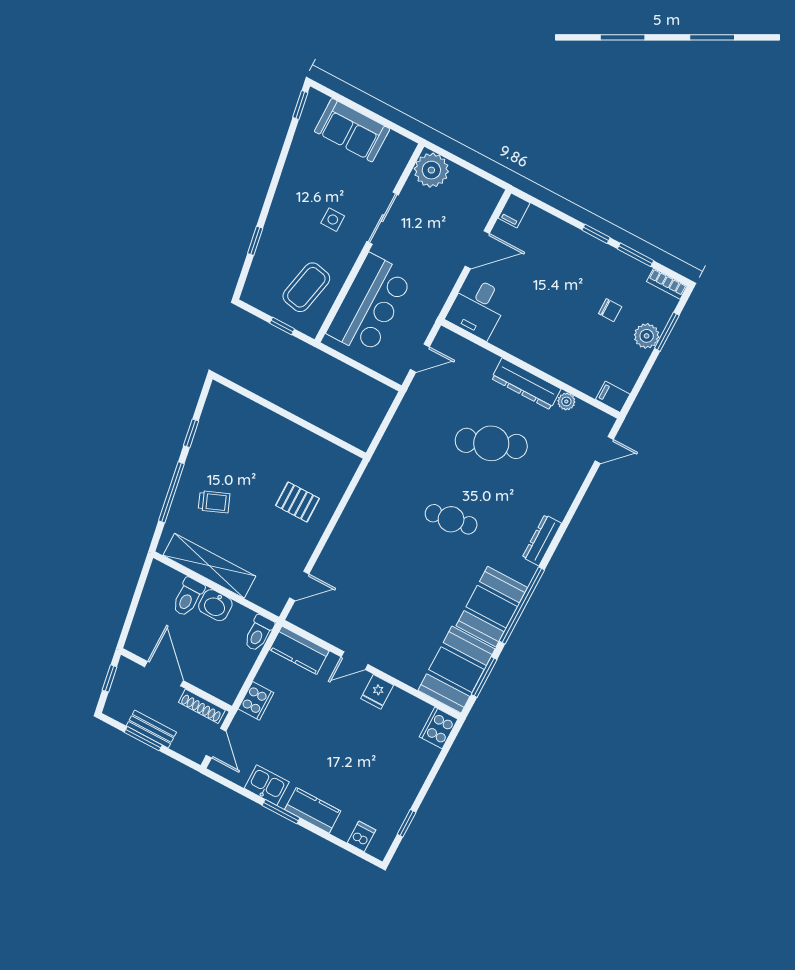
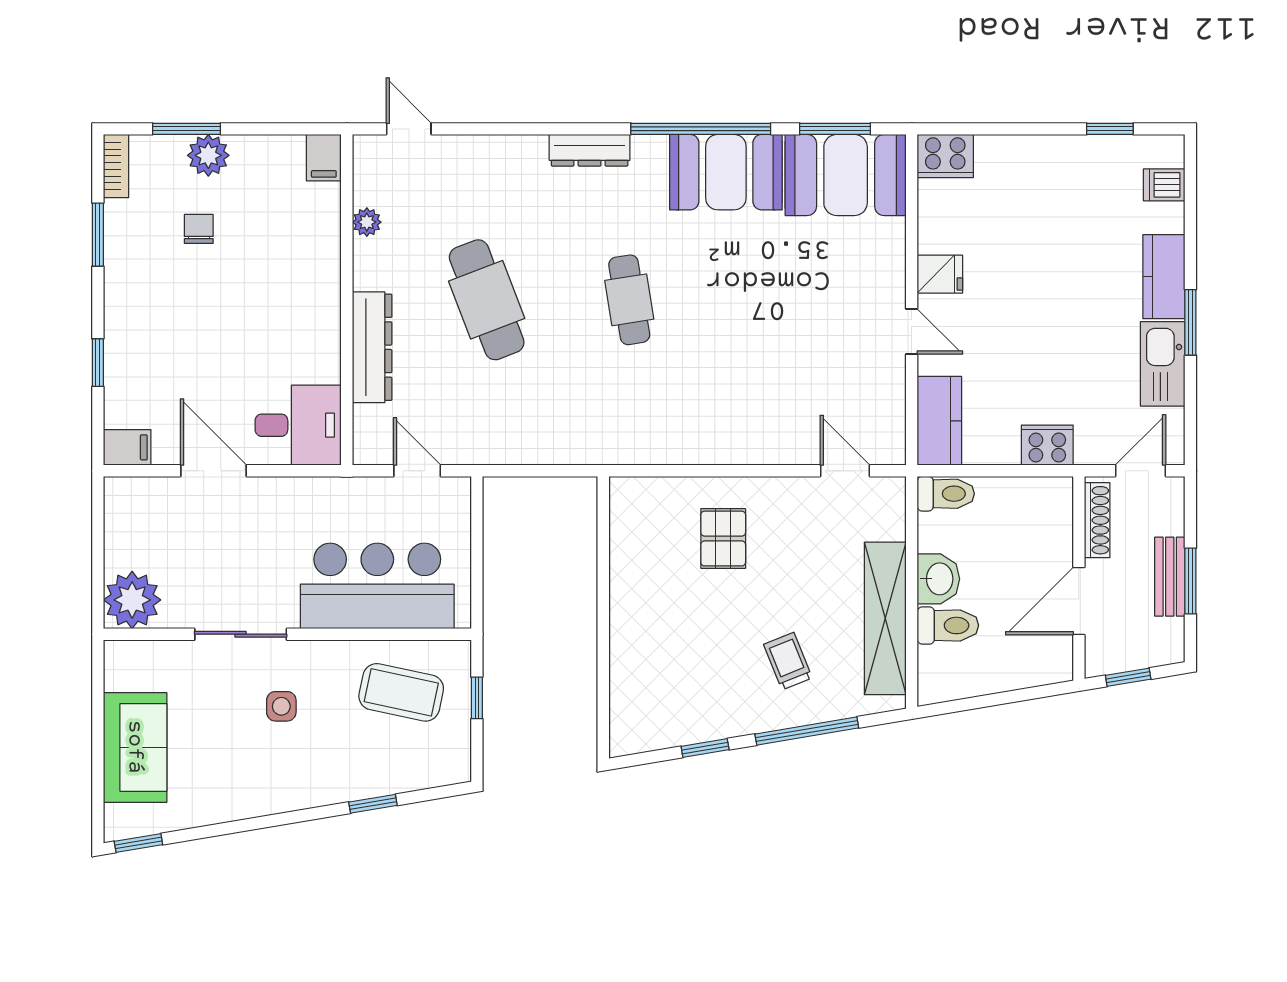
window: (596, 234) -> (98, 363), moved
dresser: (526, 384) -> (372, 347), moved
kitchen sink: (267, 785) -> (1163, 364), width x1.38

